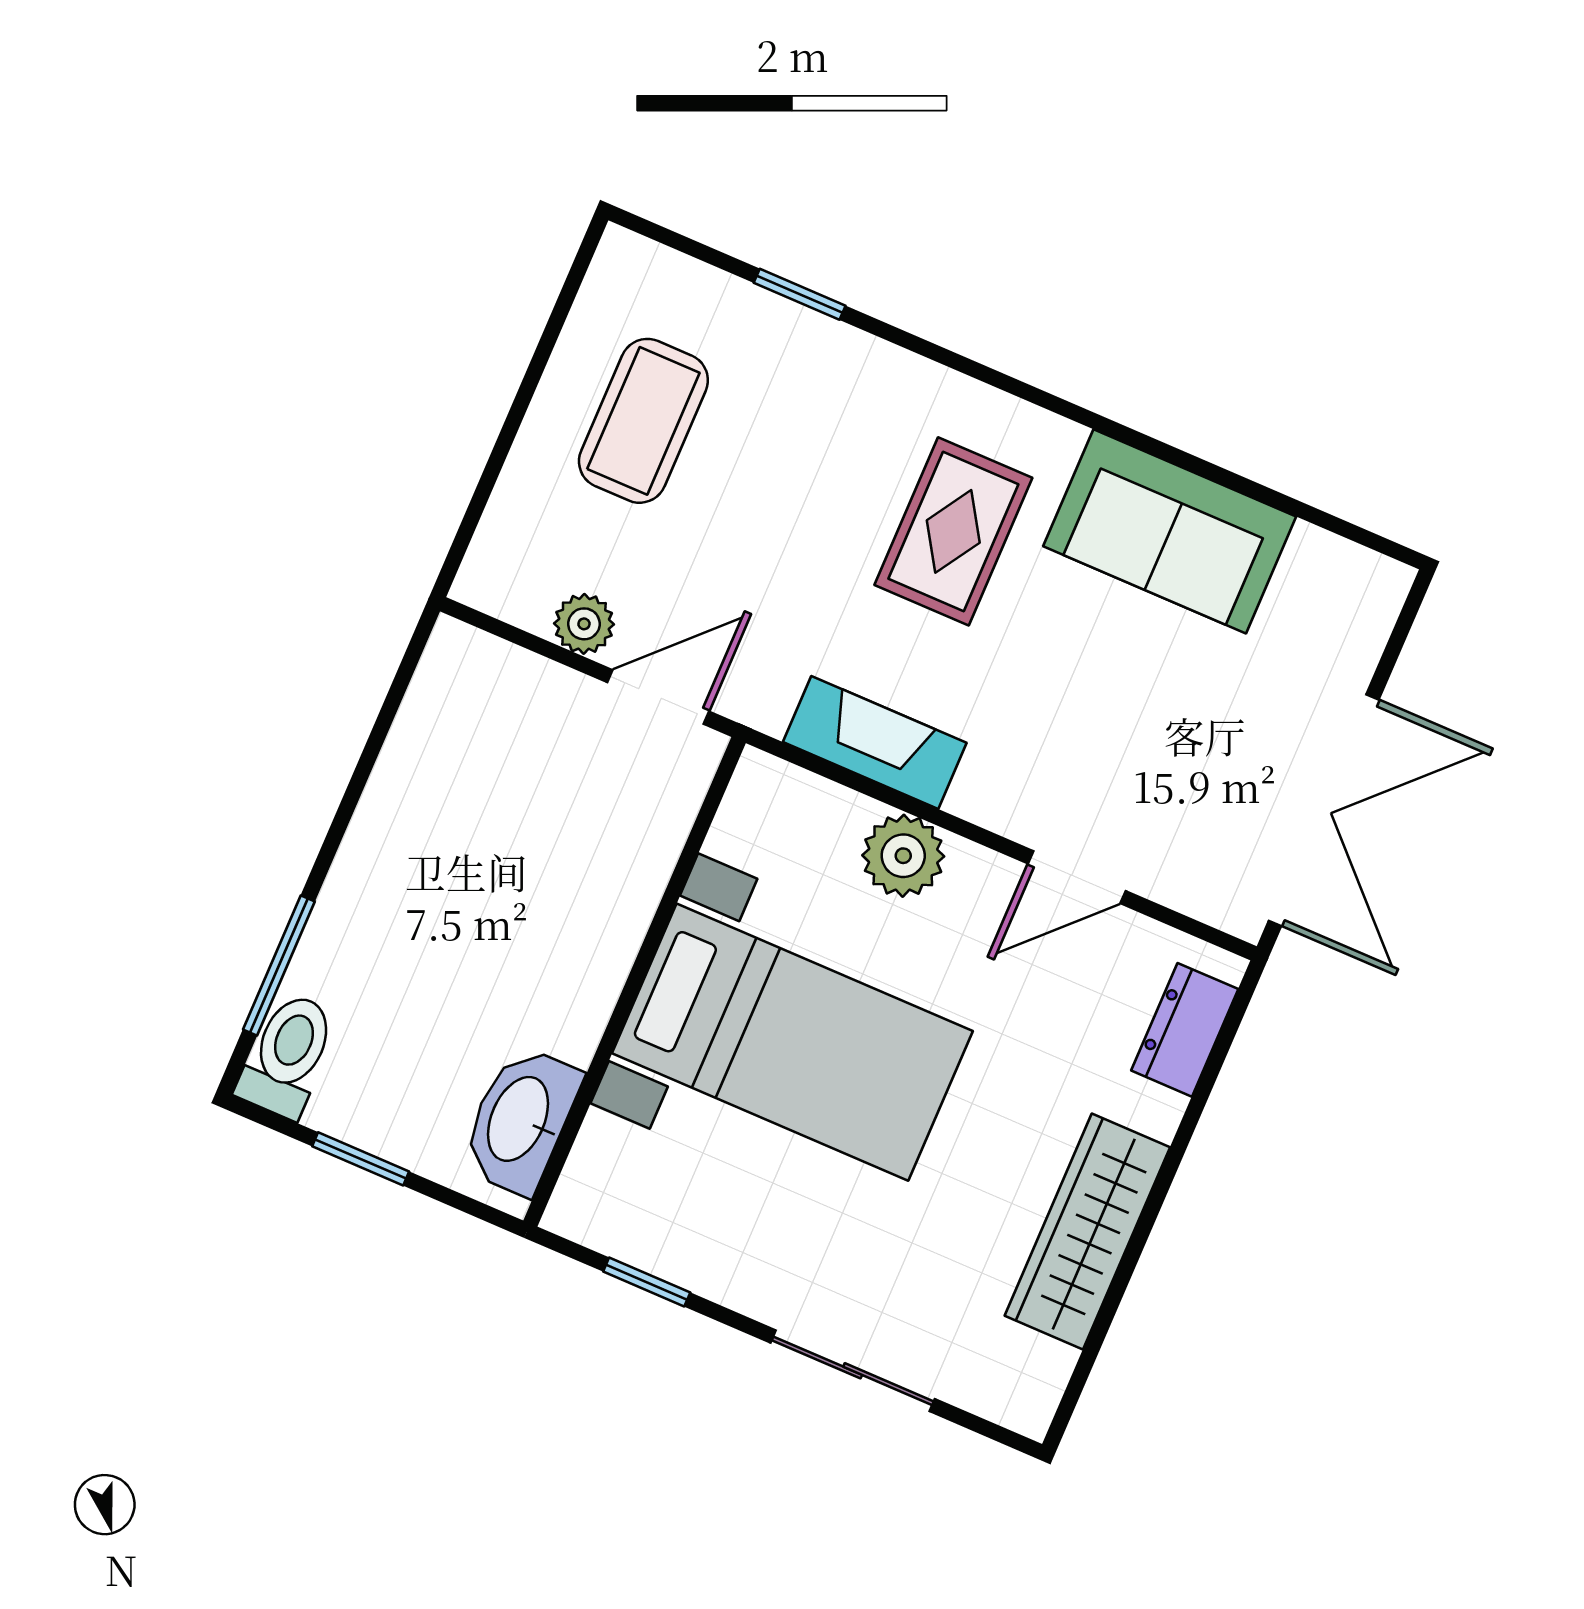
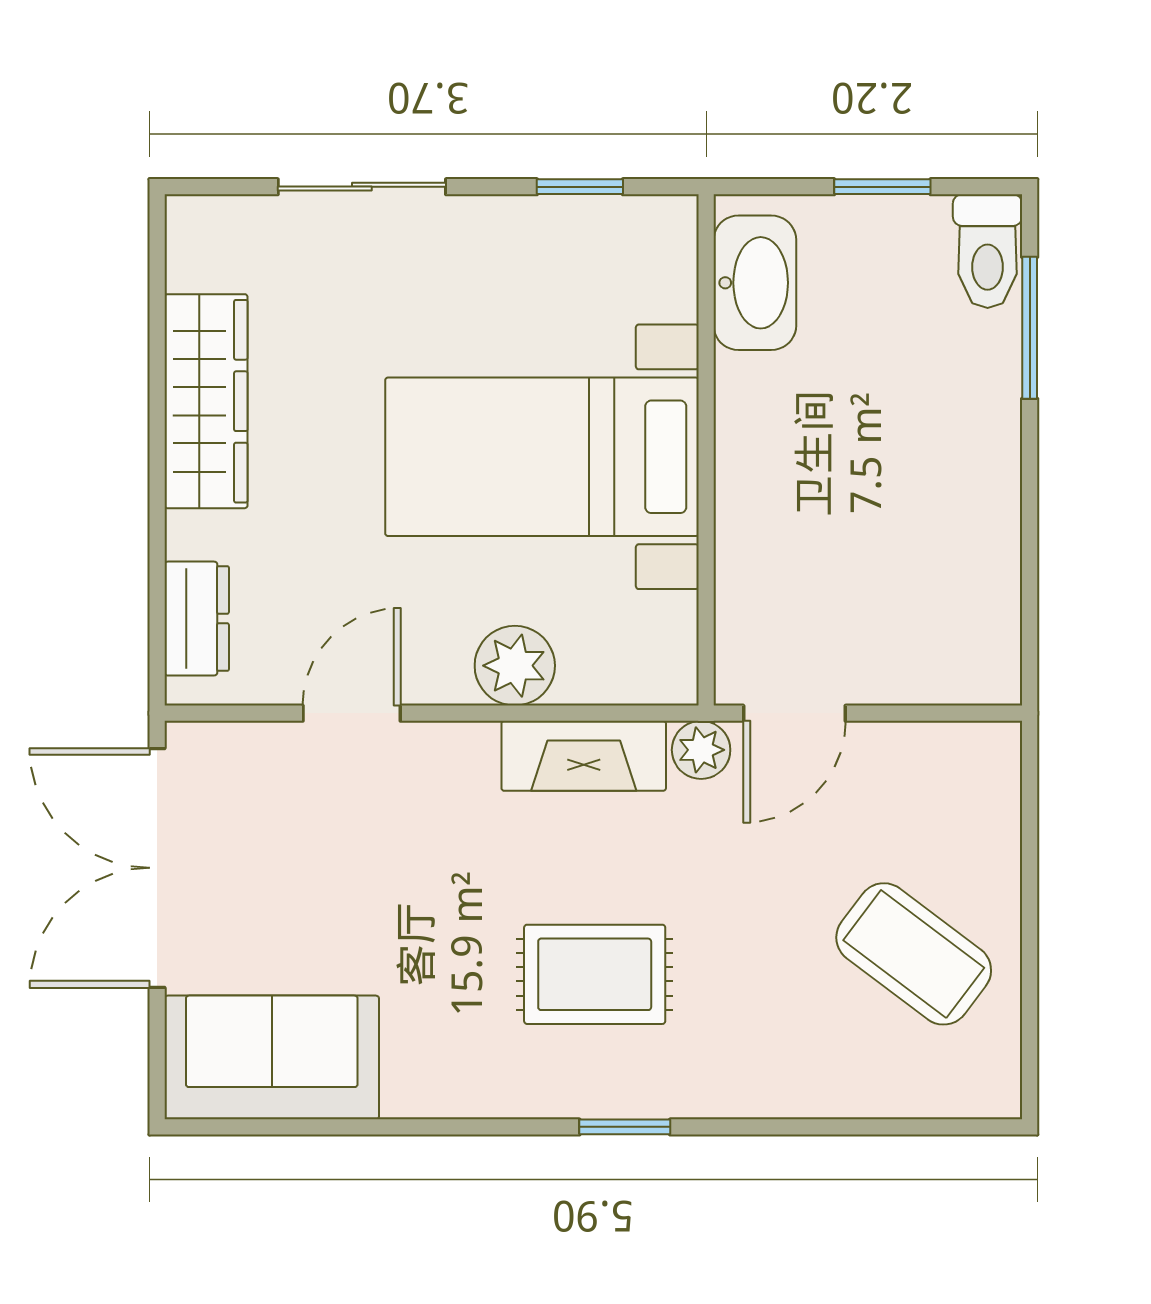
window: (800, 294) -> (625, 1127), moved
coffee table: (643, 421) -> (914, 954), turned -53
rug: (953, 531) -> (595, 974), turned 90
sofa: (1170, 531) -> (272, 1057), moved
plant: (584, 624) -> (701, 750), moved

